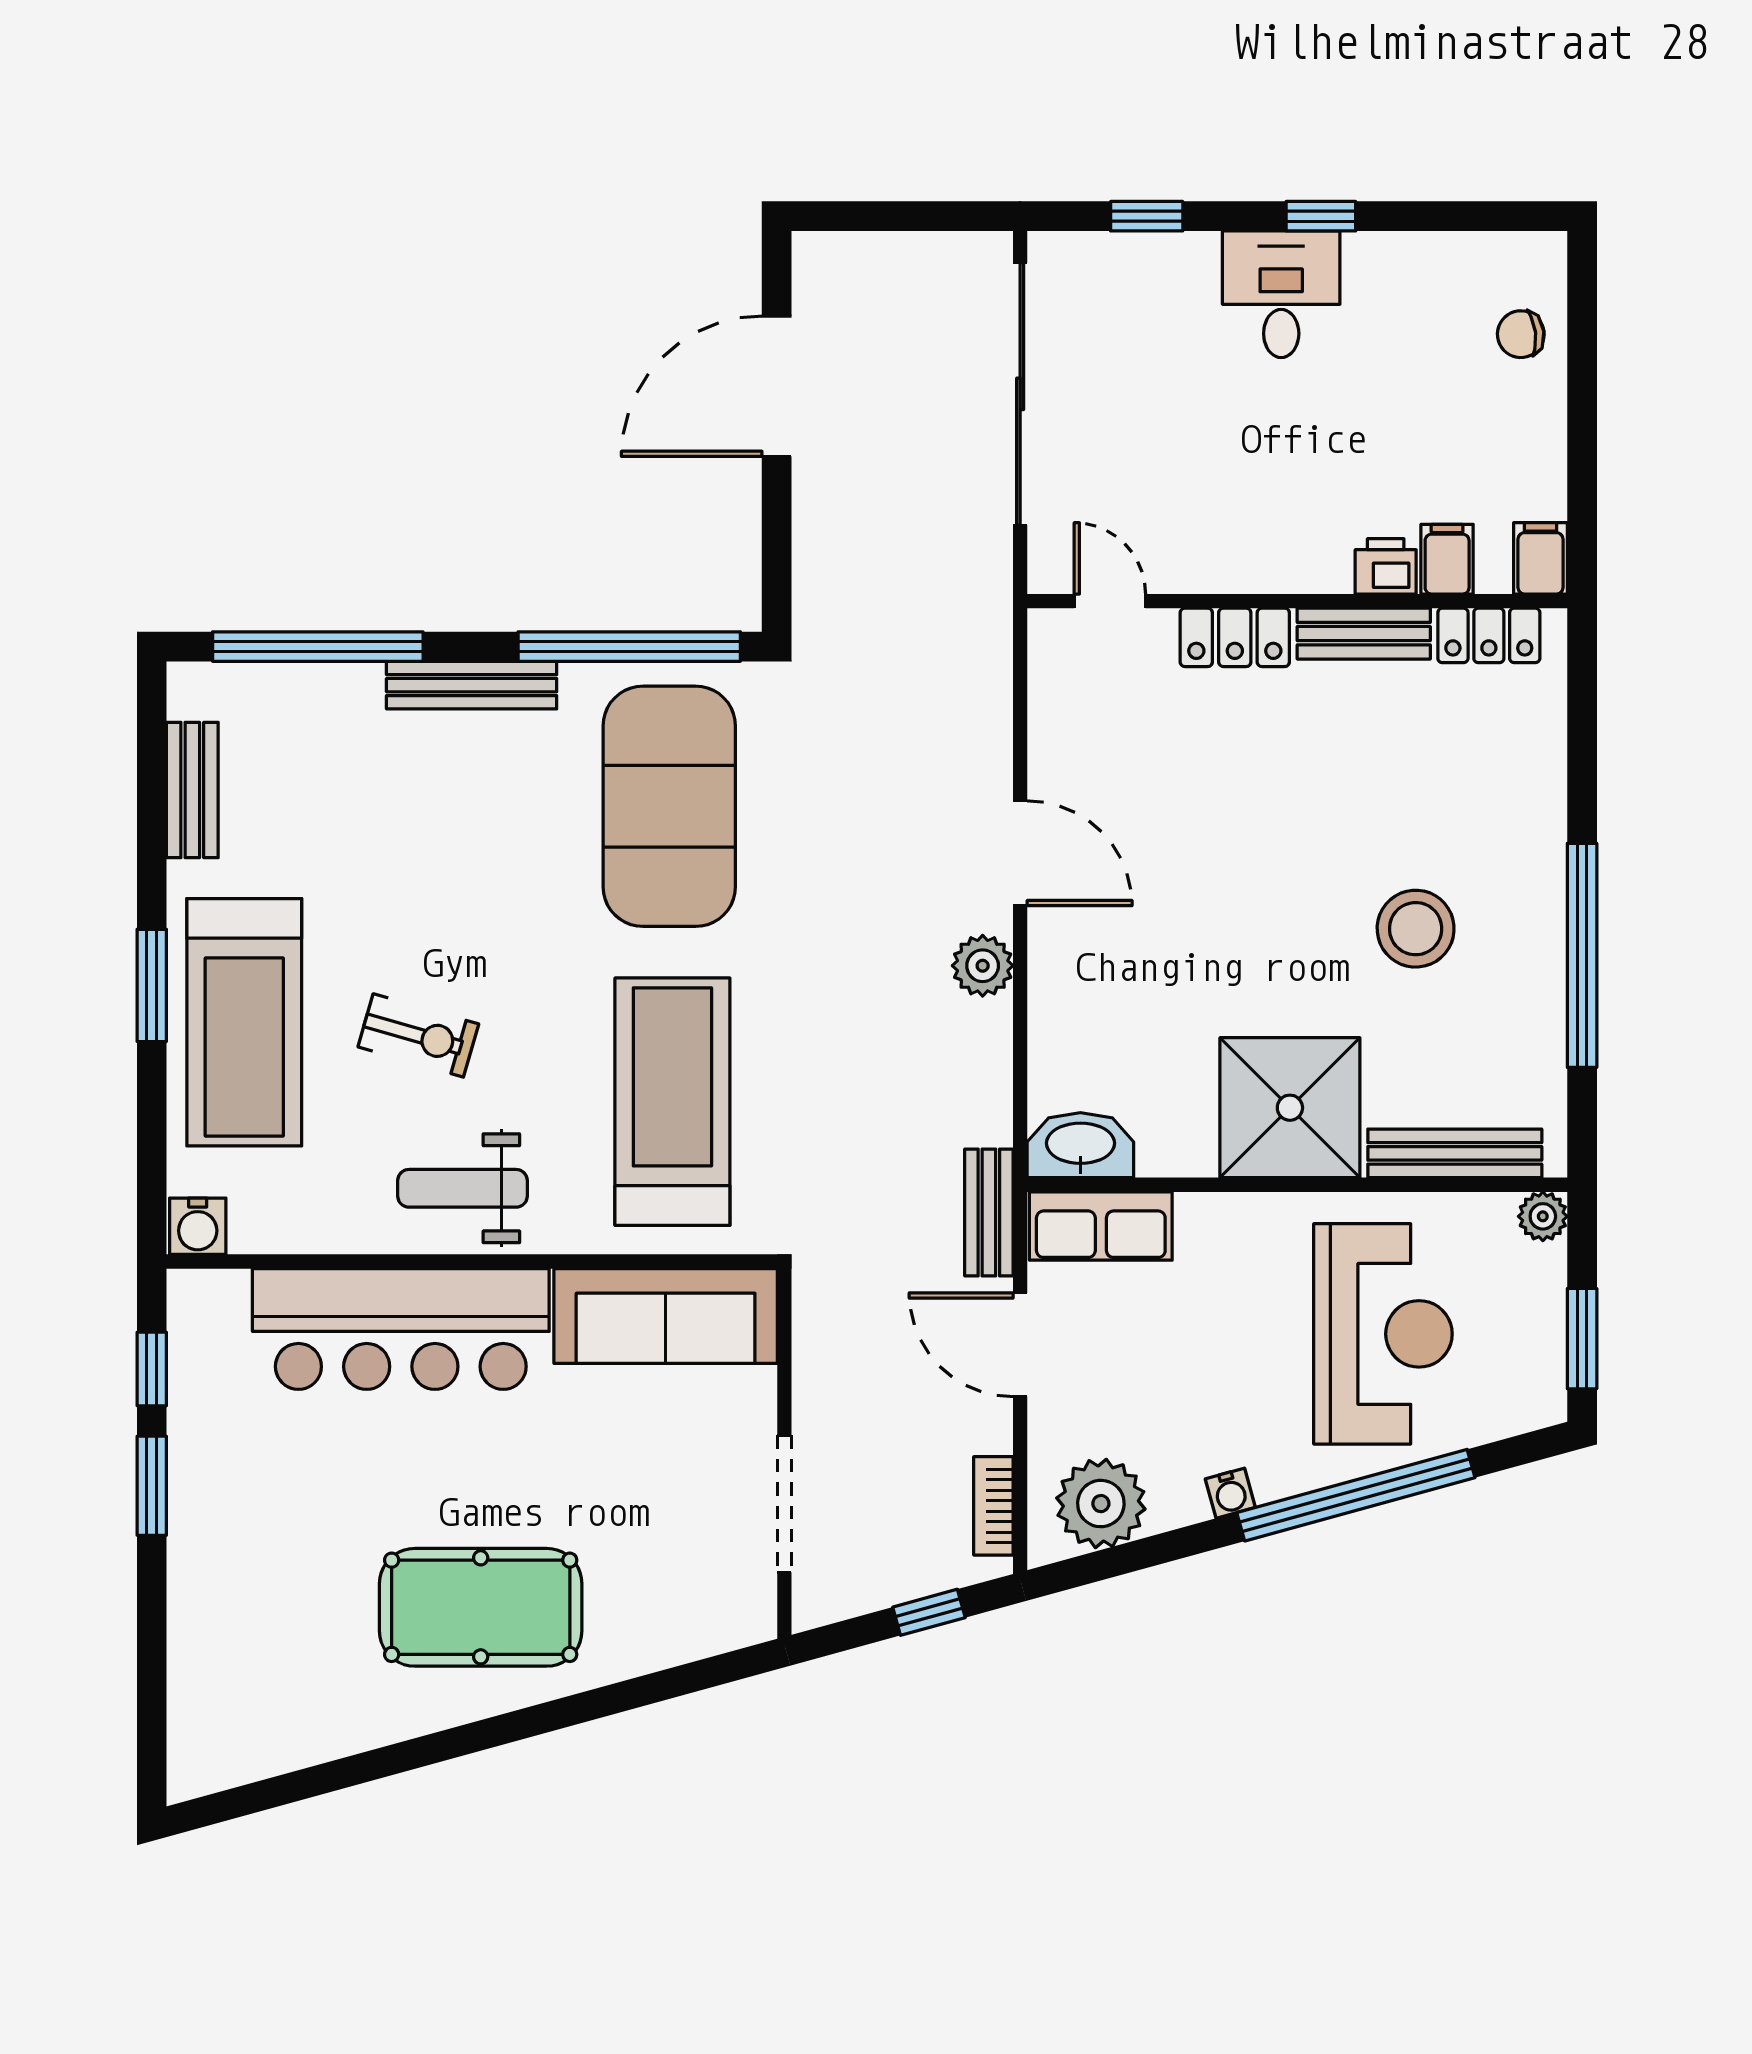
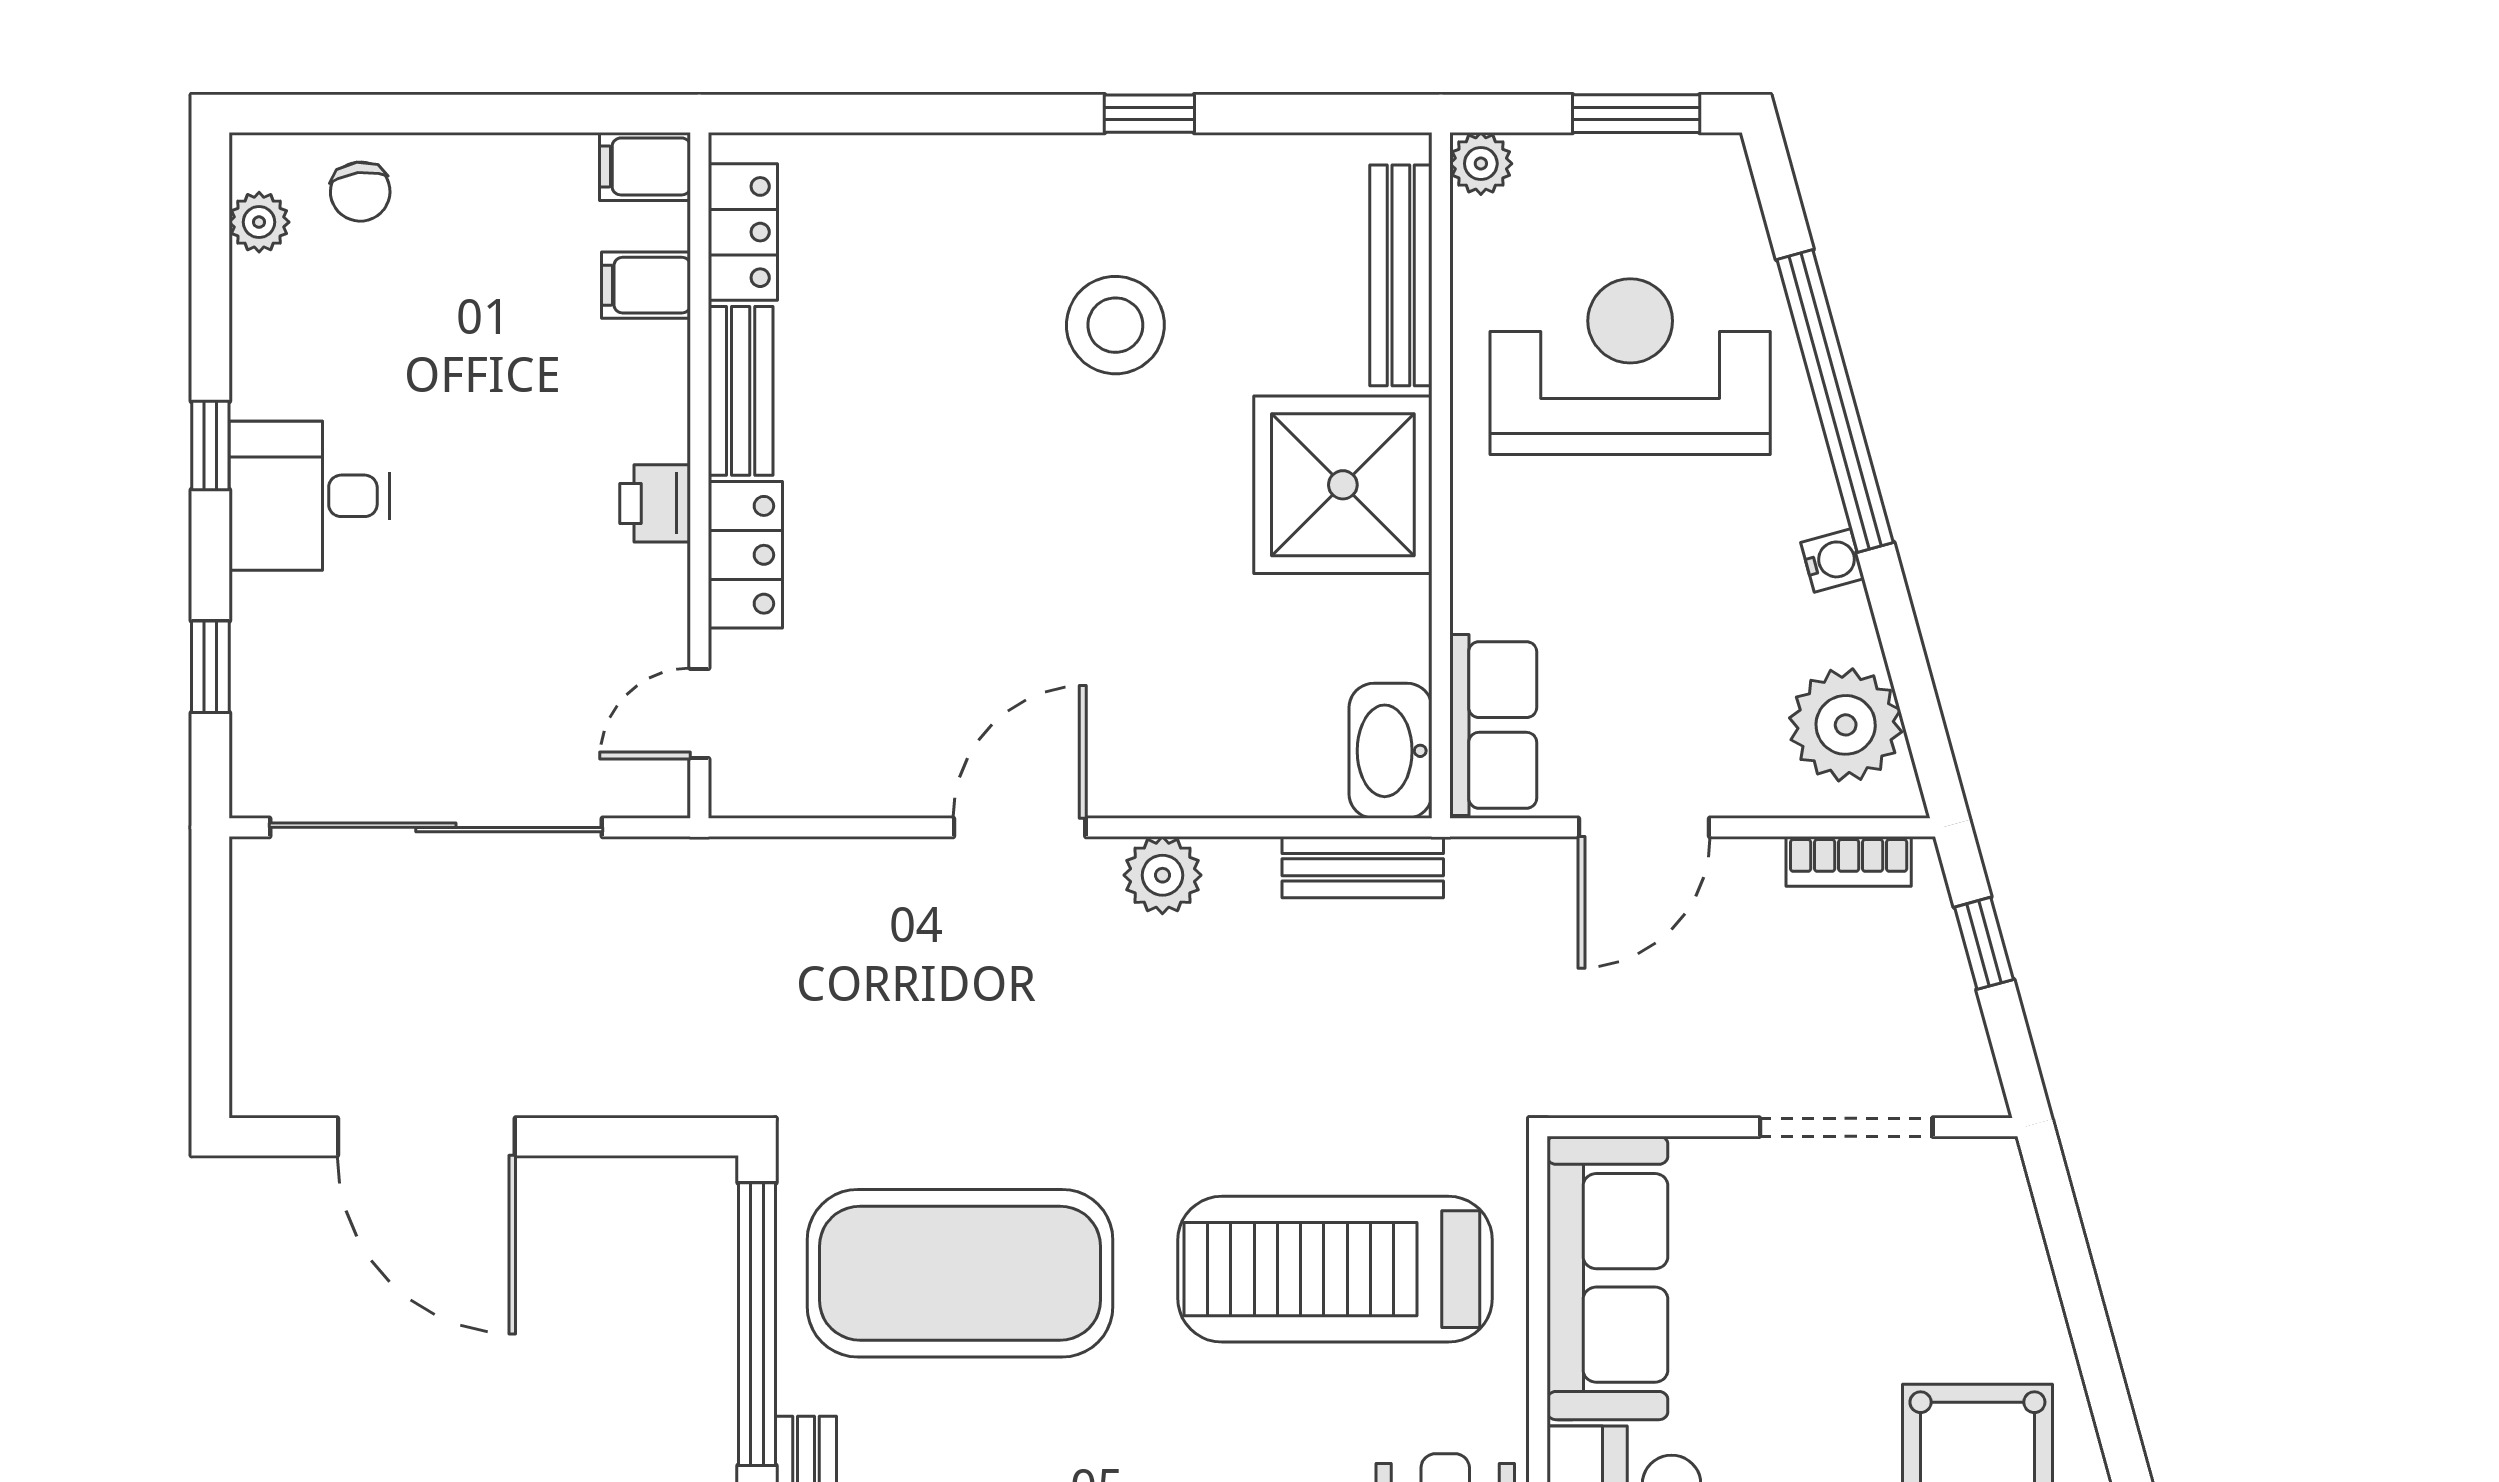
plant: (1497, 255) -> (259, 222), added
printer: (1386, 566) -> (655, 503), moved
window: (1582, 955) -> (1149, 114), width x0.32
bench: (989, 1213) -> (1363, 867), moved

